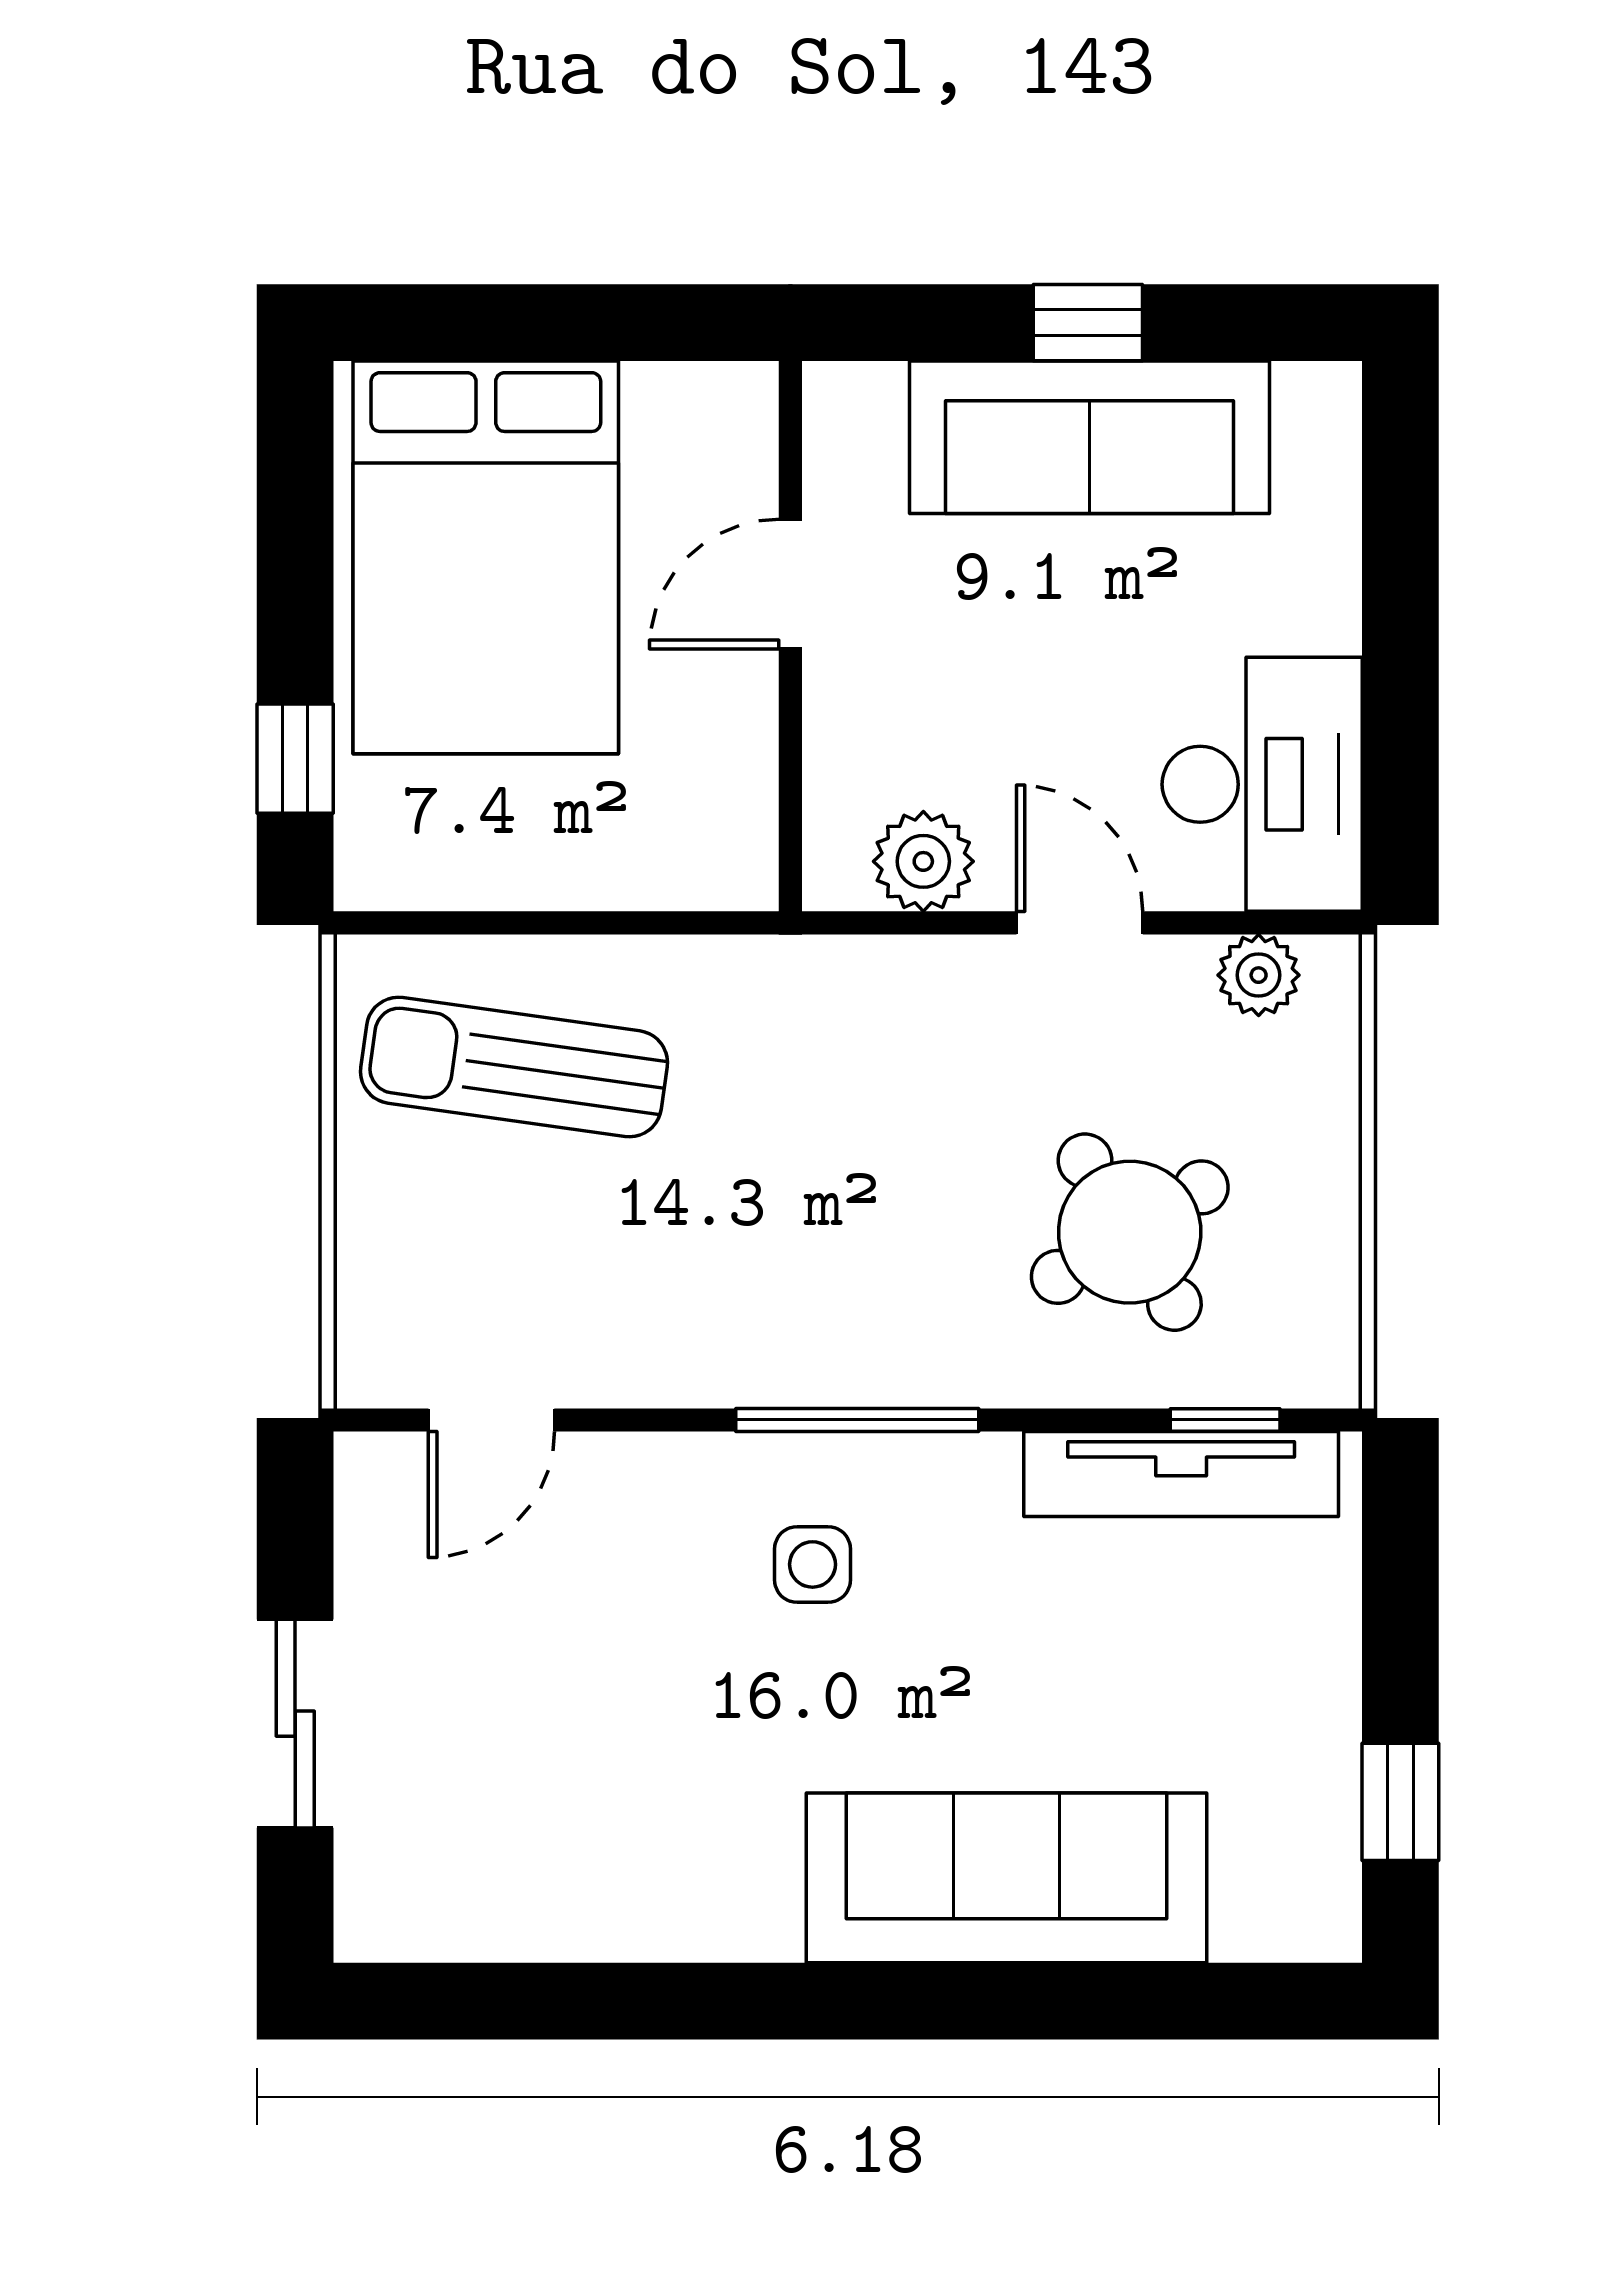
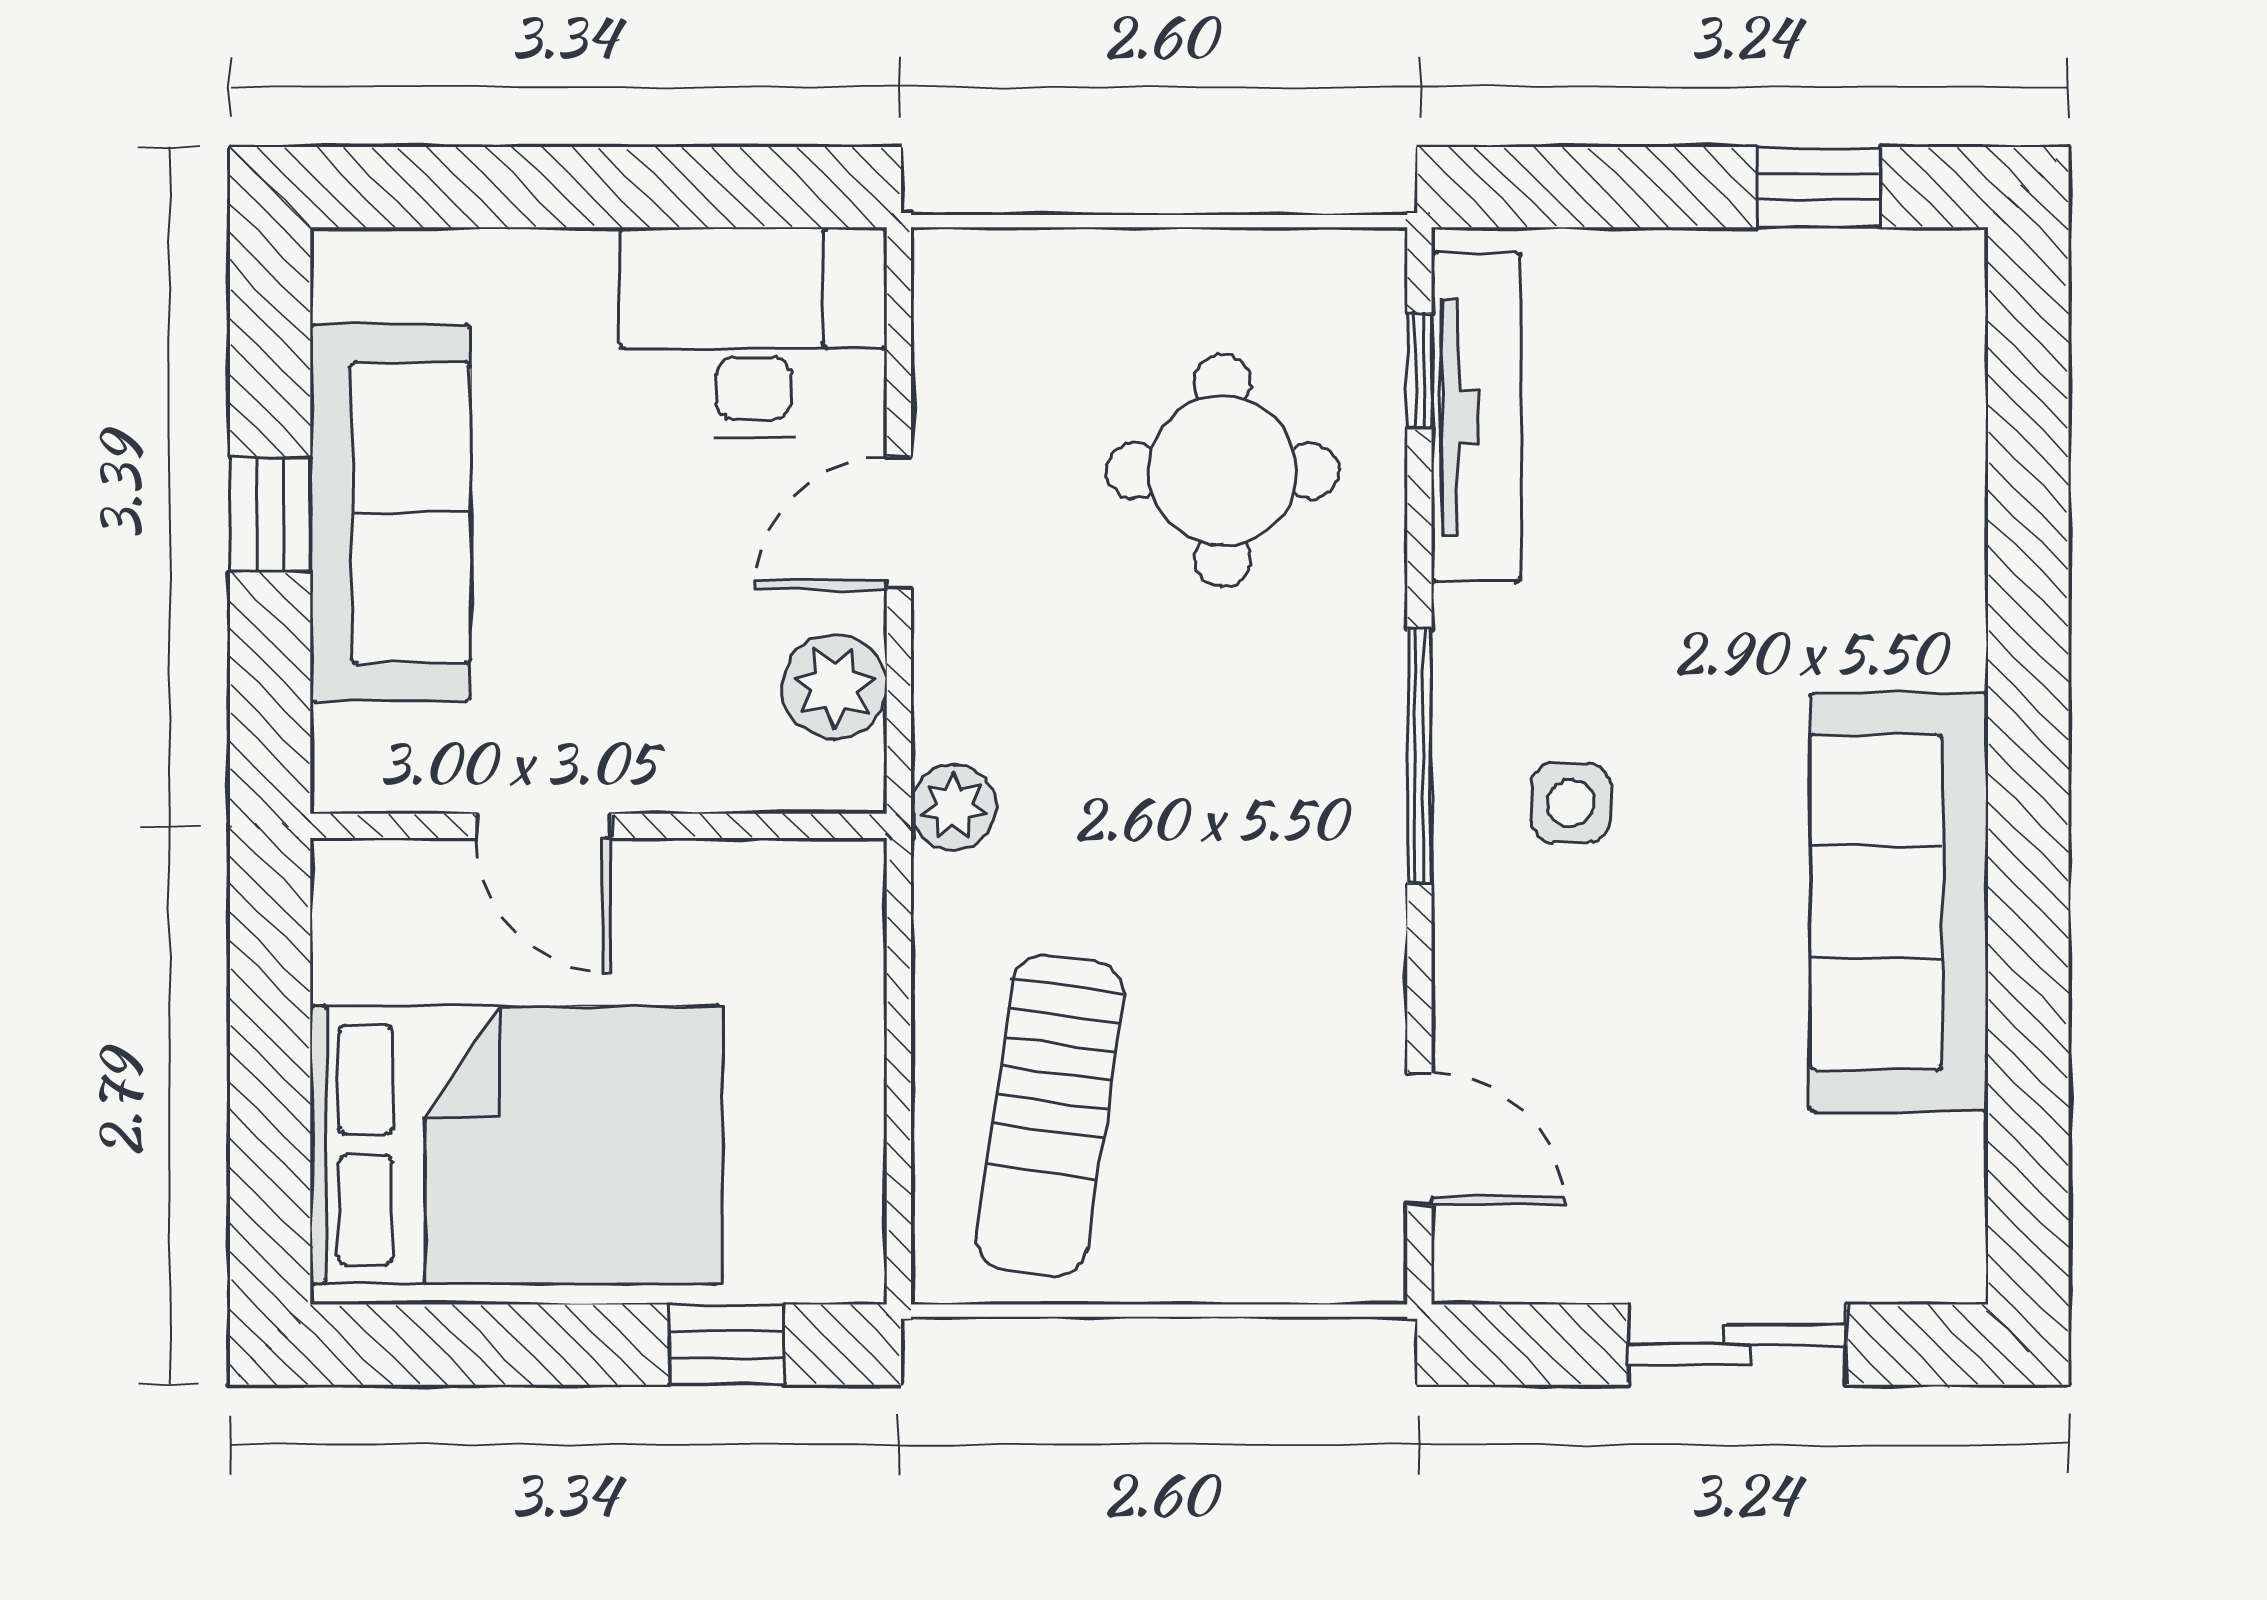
plant: (1259, 975) -> (953, 807), moved
round table: (1130, 1232) -> (1223, 471), turned 32
sofa: (1007, 1878) -> (1899, 902), moved

